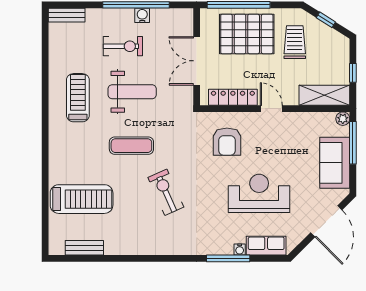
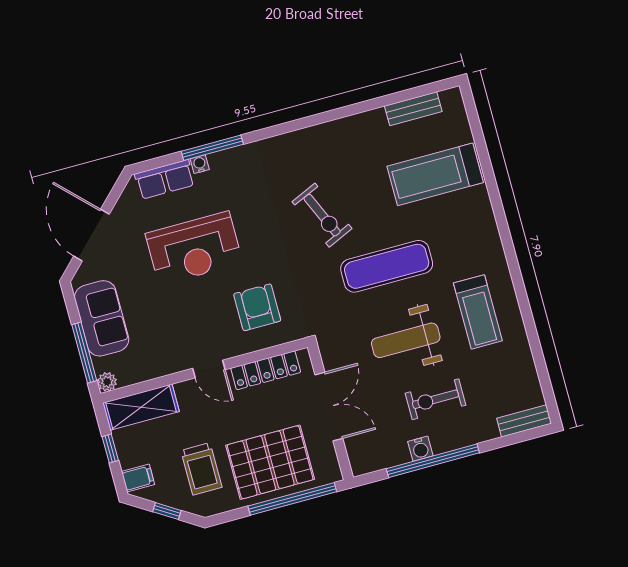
filing cabinet: (340, 48) -> (138, 478), added
exercise mat: (131, 146) -> (387, 266), width x1.36, depth x1.45

